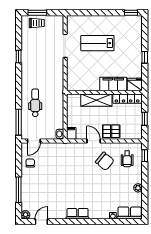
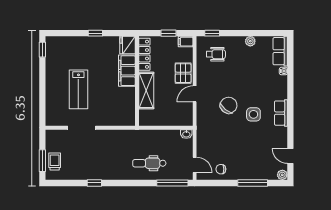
filing cabinet: (71, 133) -> (186, 42), moved
chair: (105, 161) -> (229, 105), moved
side table: (76, 191) -> (253, 114), added

